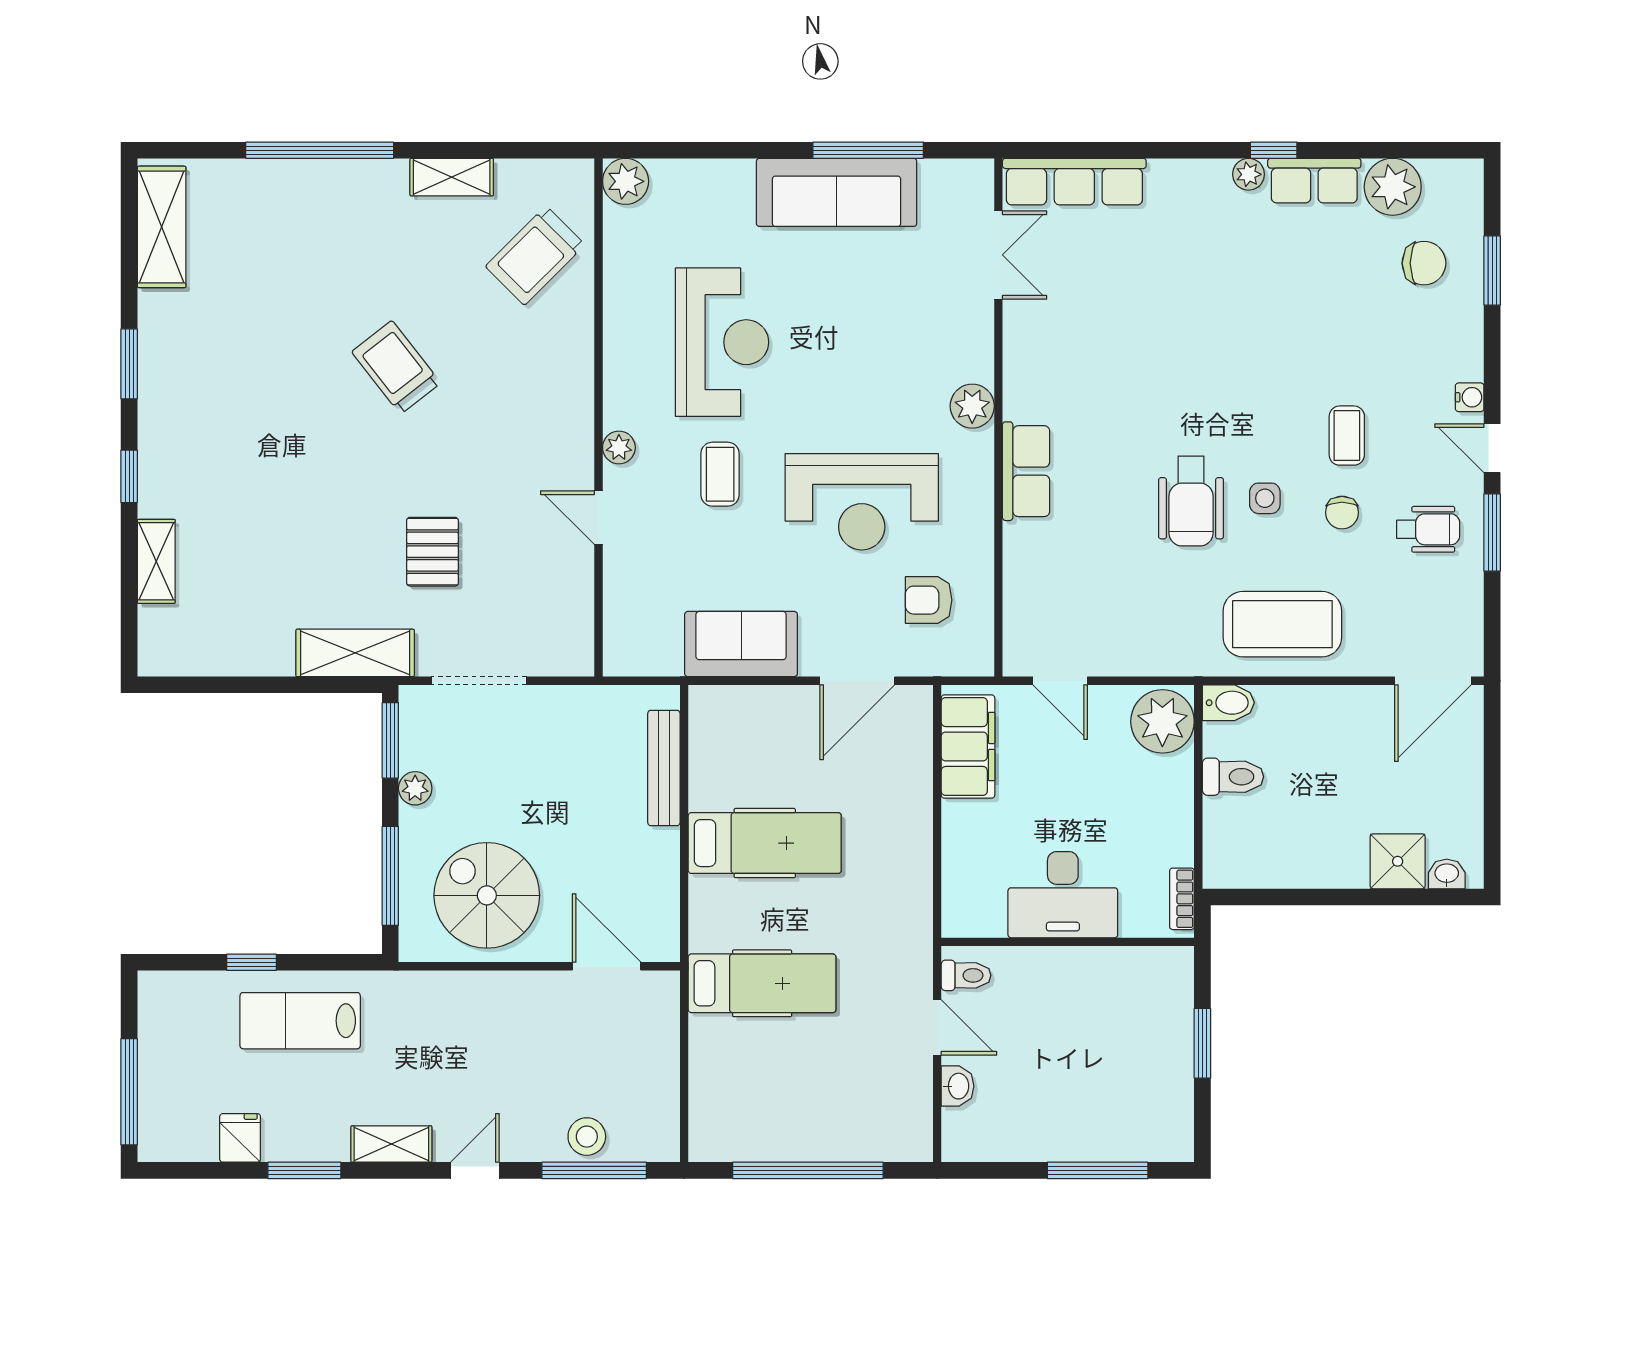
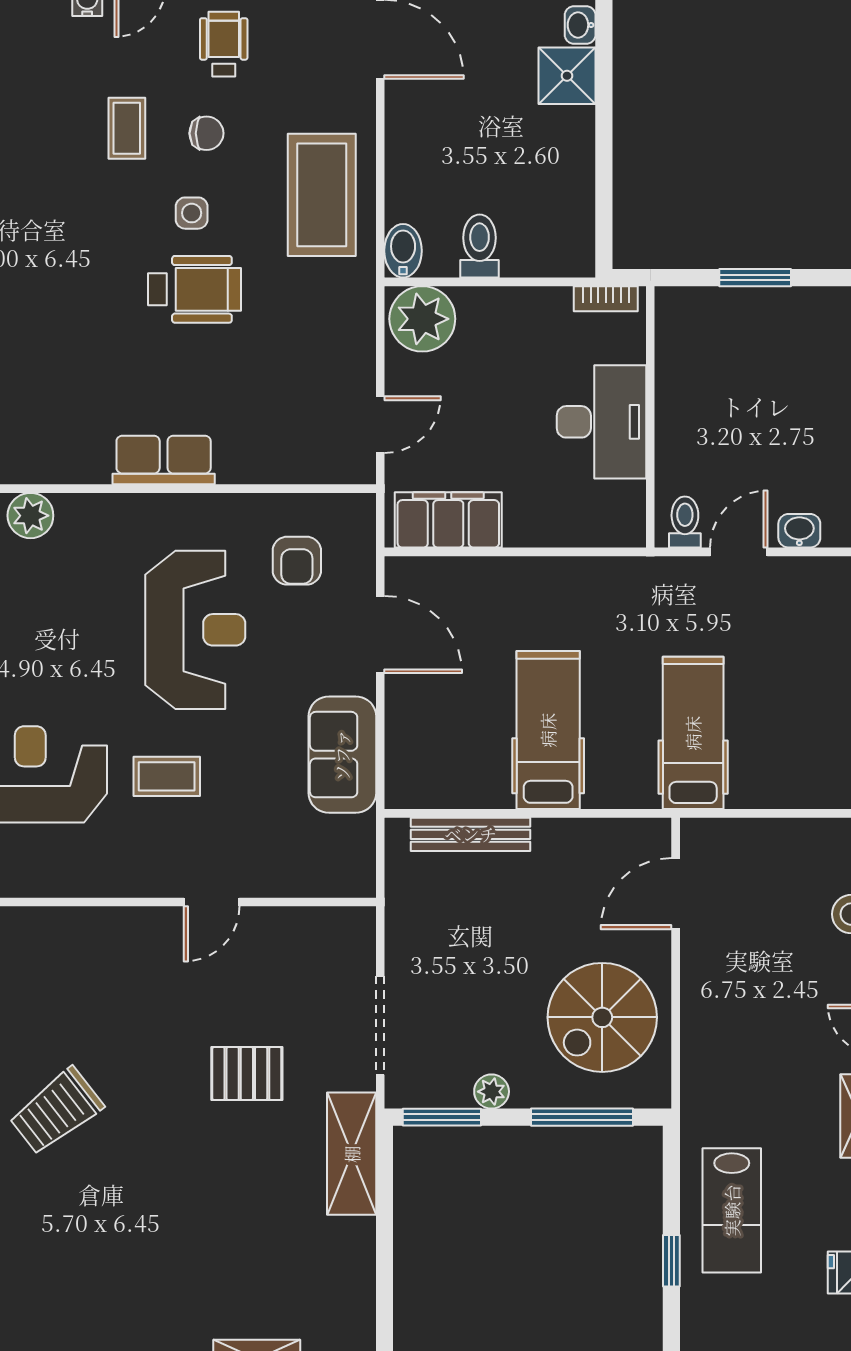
plant: (972, 406) -> (30, 516), moved
coffee table: (1347, 436) -> (127, 128), turned 90
plant: (619, 447) -> (139, 881), removed

